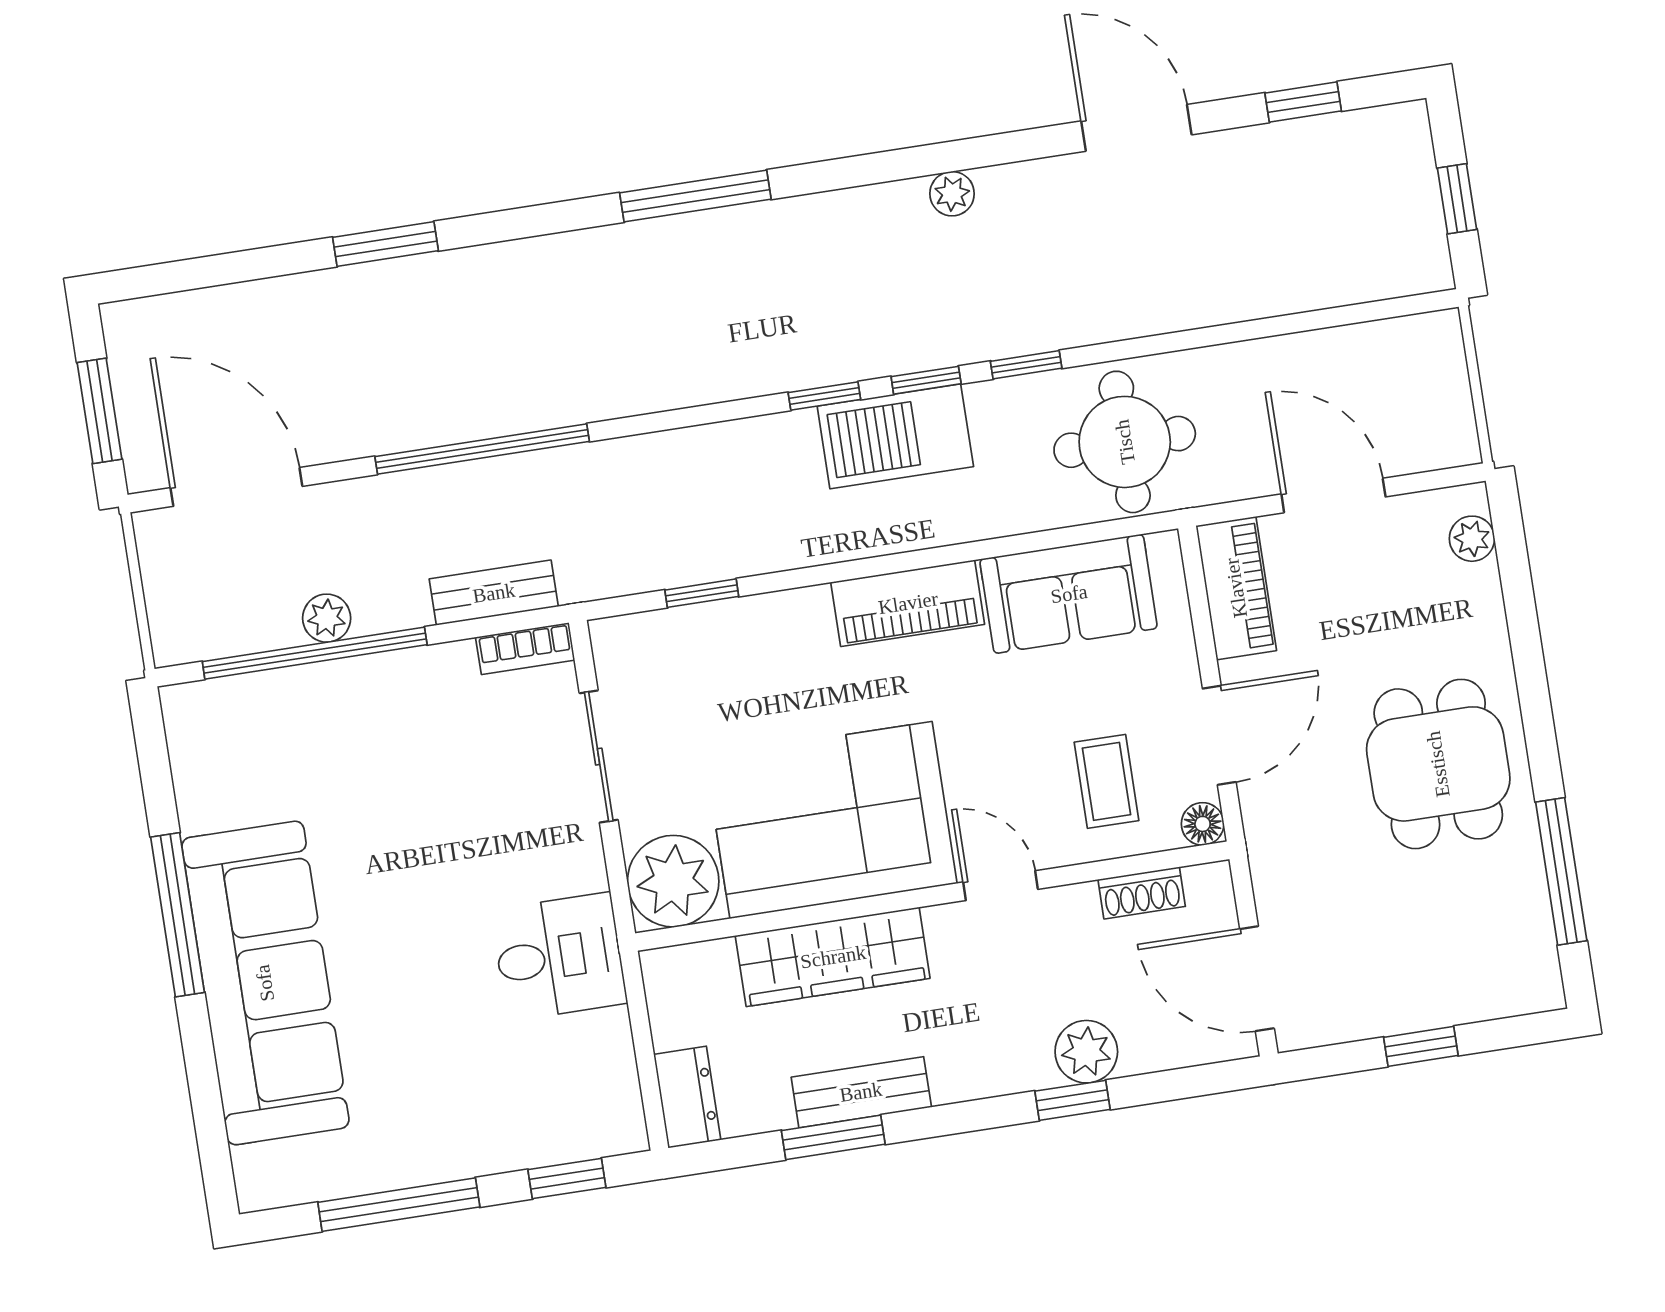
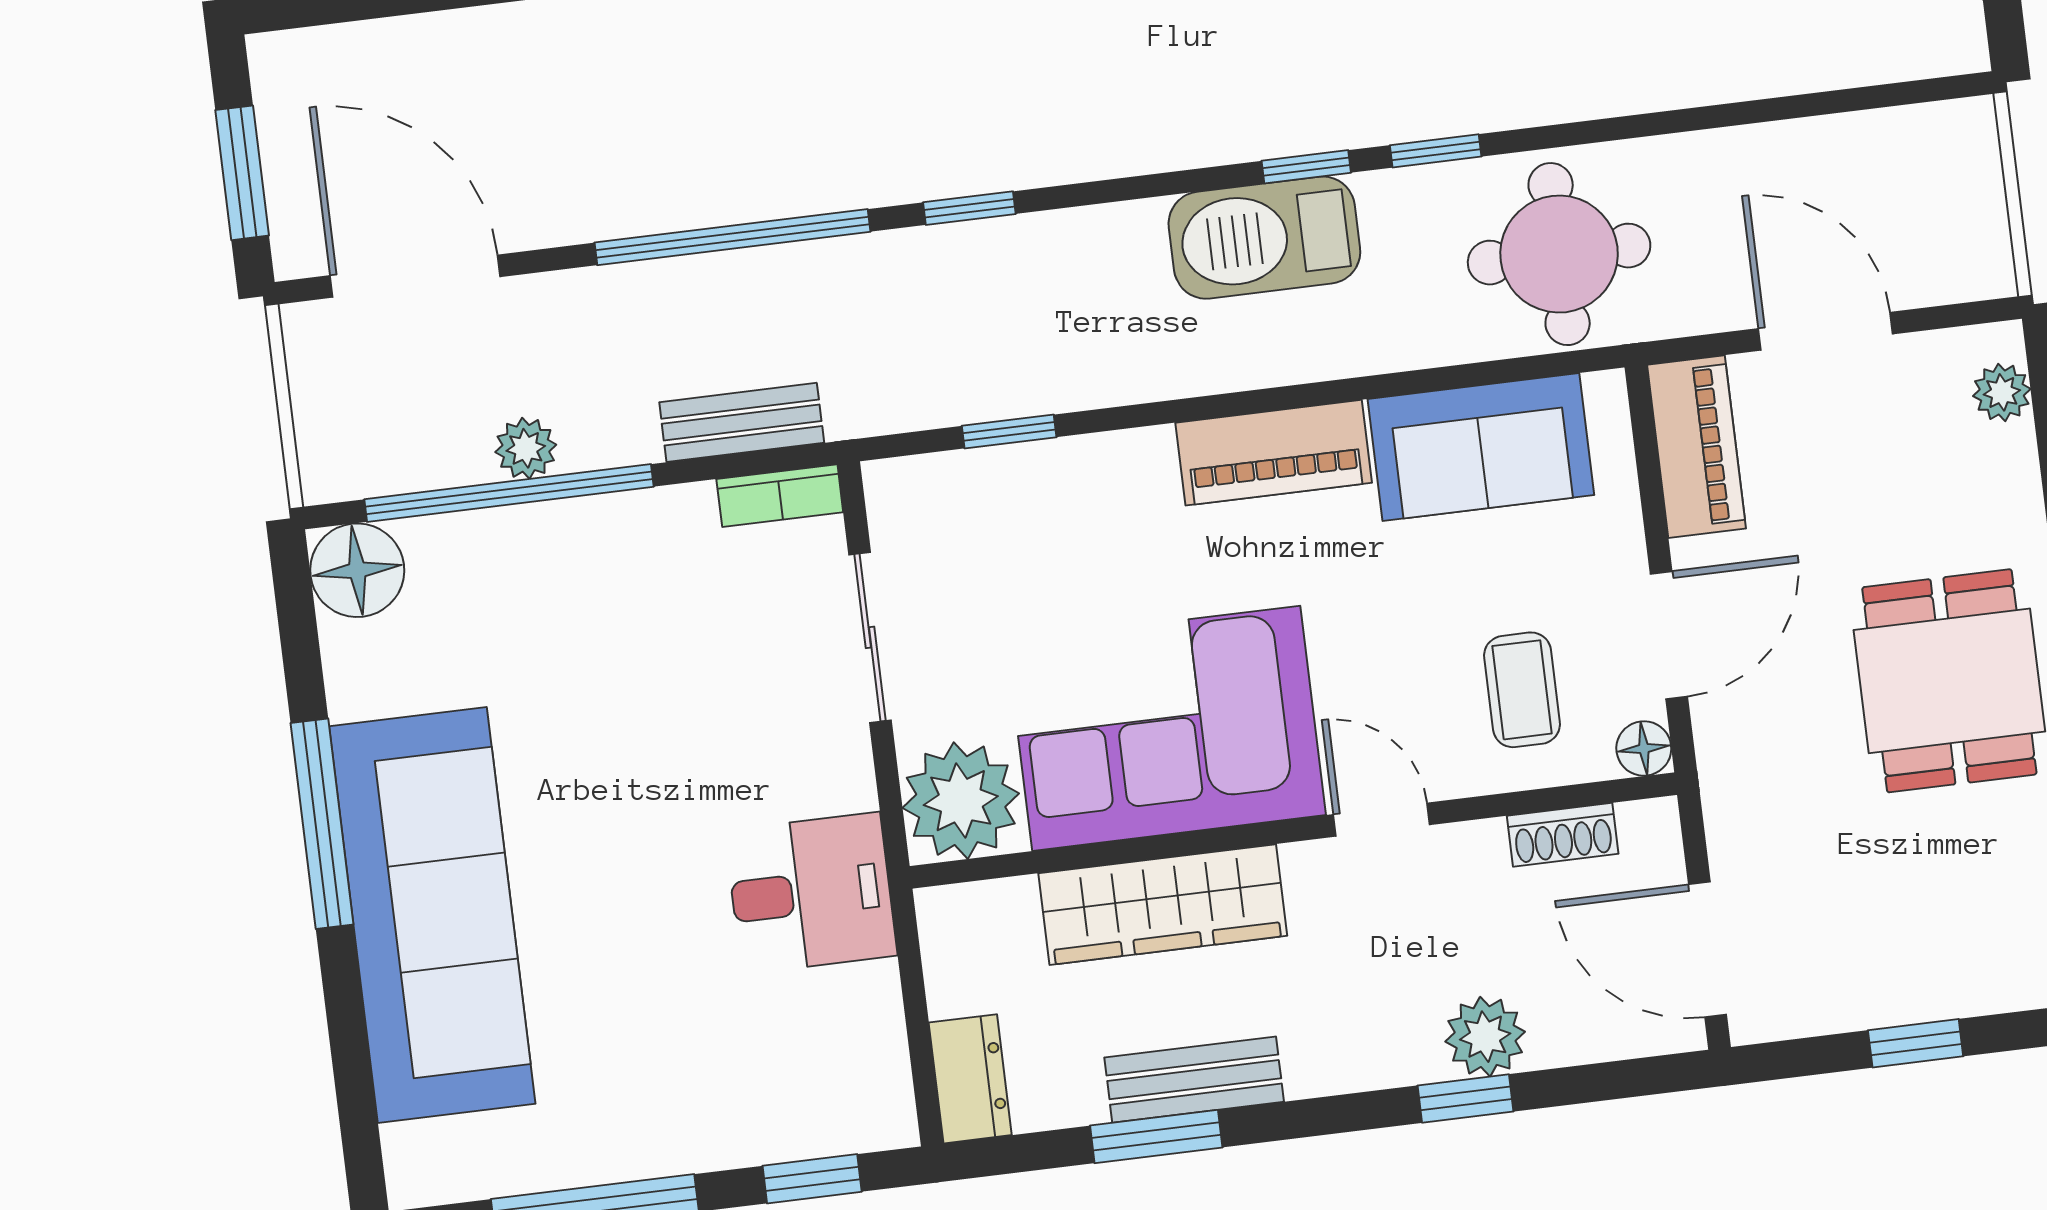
window: (824, 396) -> (969, 208), moved
floor lamp: (199, 717) -> (357, 570), added

